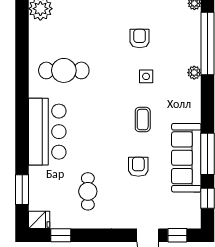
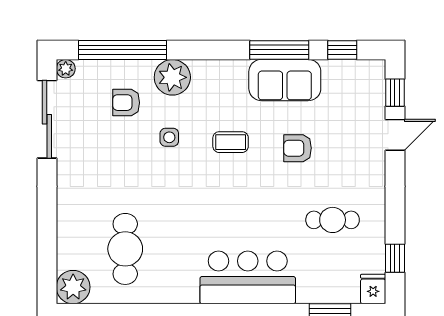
armchair: (140, 38) -> (126, 103), moved
cafe table: (64, 70) -> (125, 249), moved
plant: (194, 73) -> (172, 77), width x1.88, depth x1.88
sofa: (186, 158) -> (285, 80), width x0.73

